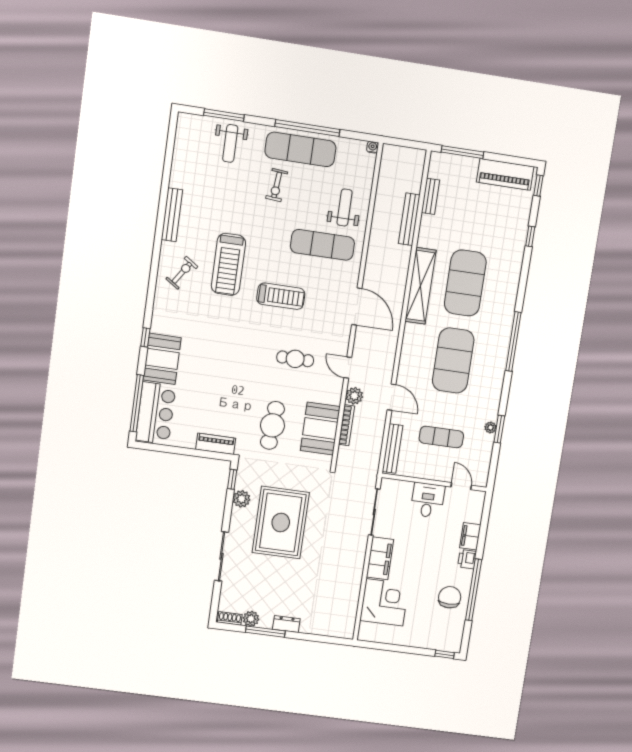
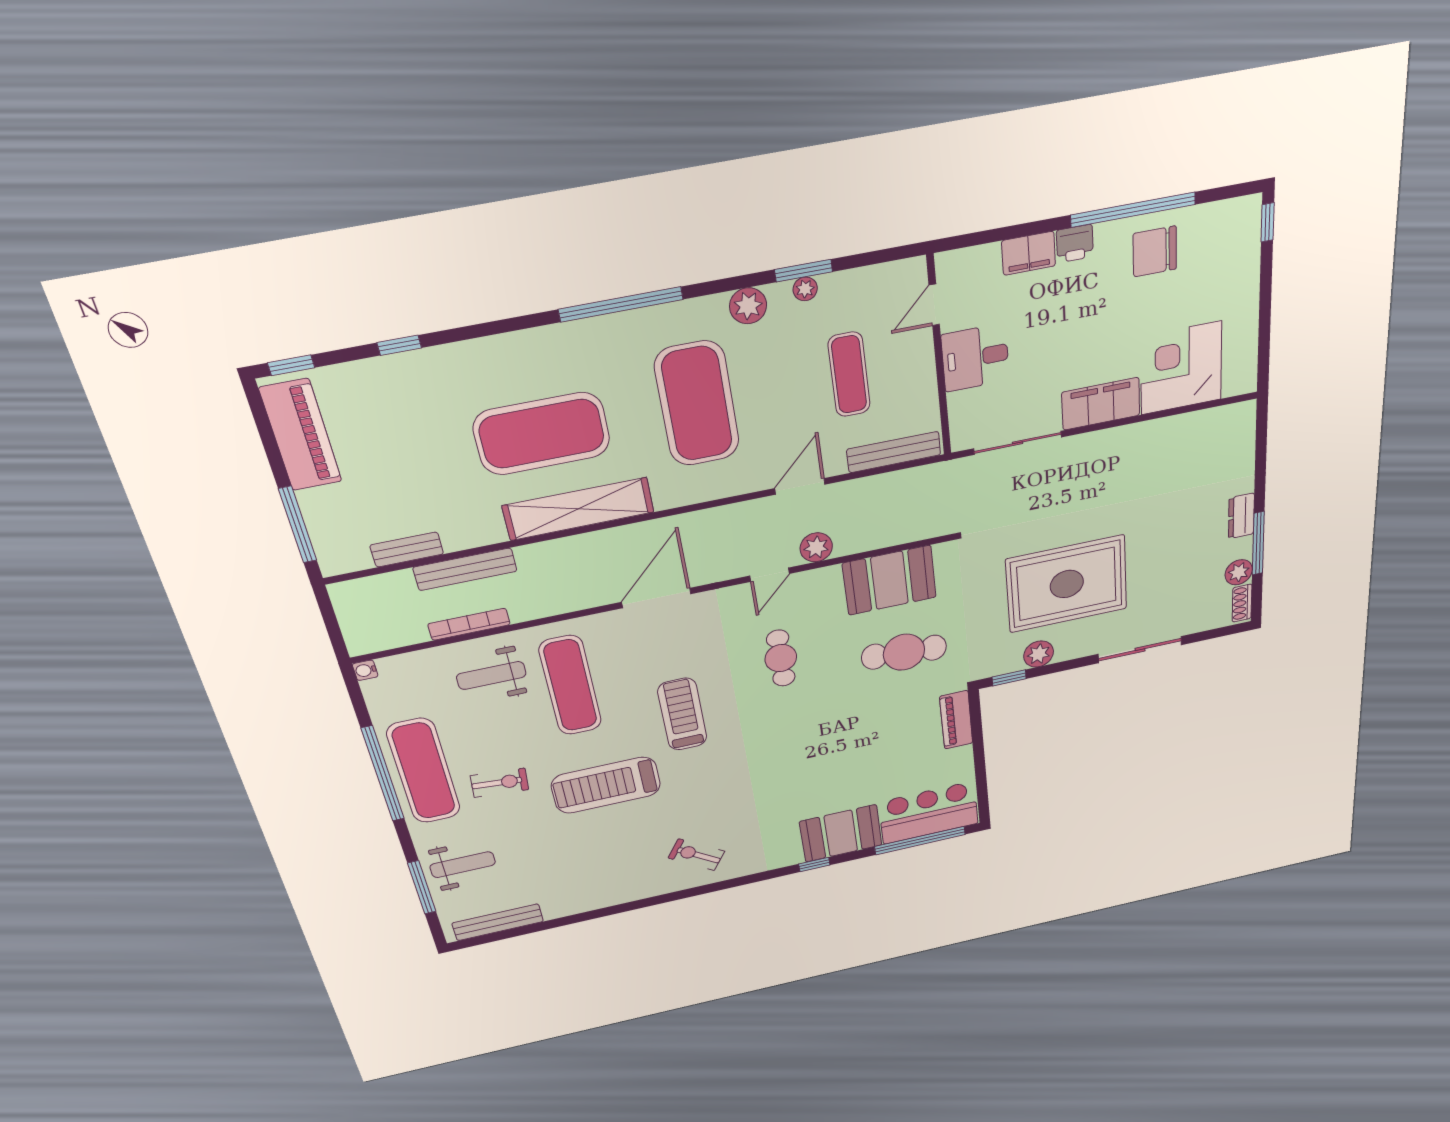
bench: (172, 215) -> (498, 922), moved
treadmill: (228, 264) -> (606, 785), moved, turned 180
exercise mat: (453, 360) -> (697, 404), turned 90
plant: (492, 399) -> (748, 306), added
bookcase: (346, 425) -> (469, 624), moved

